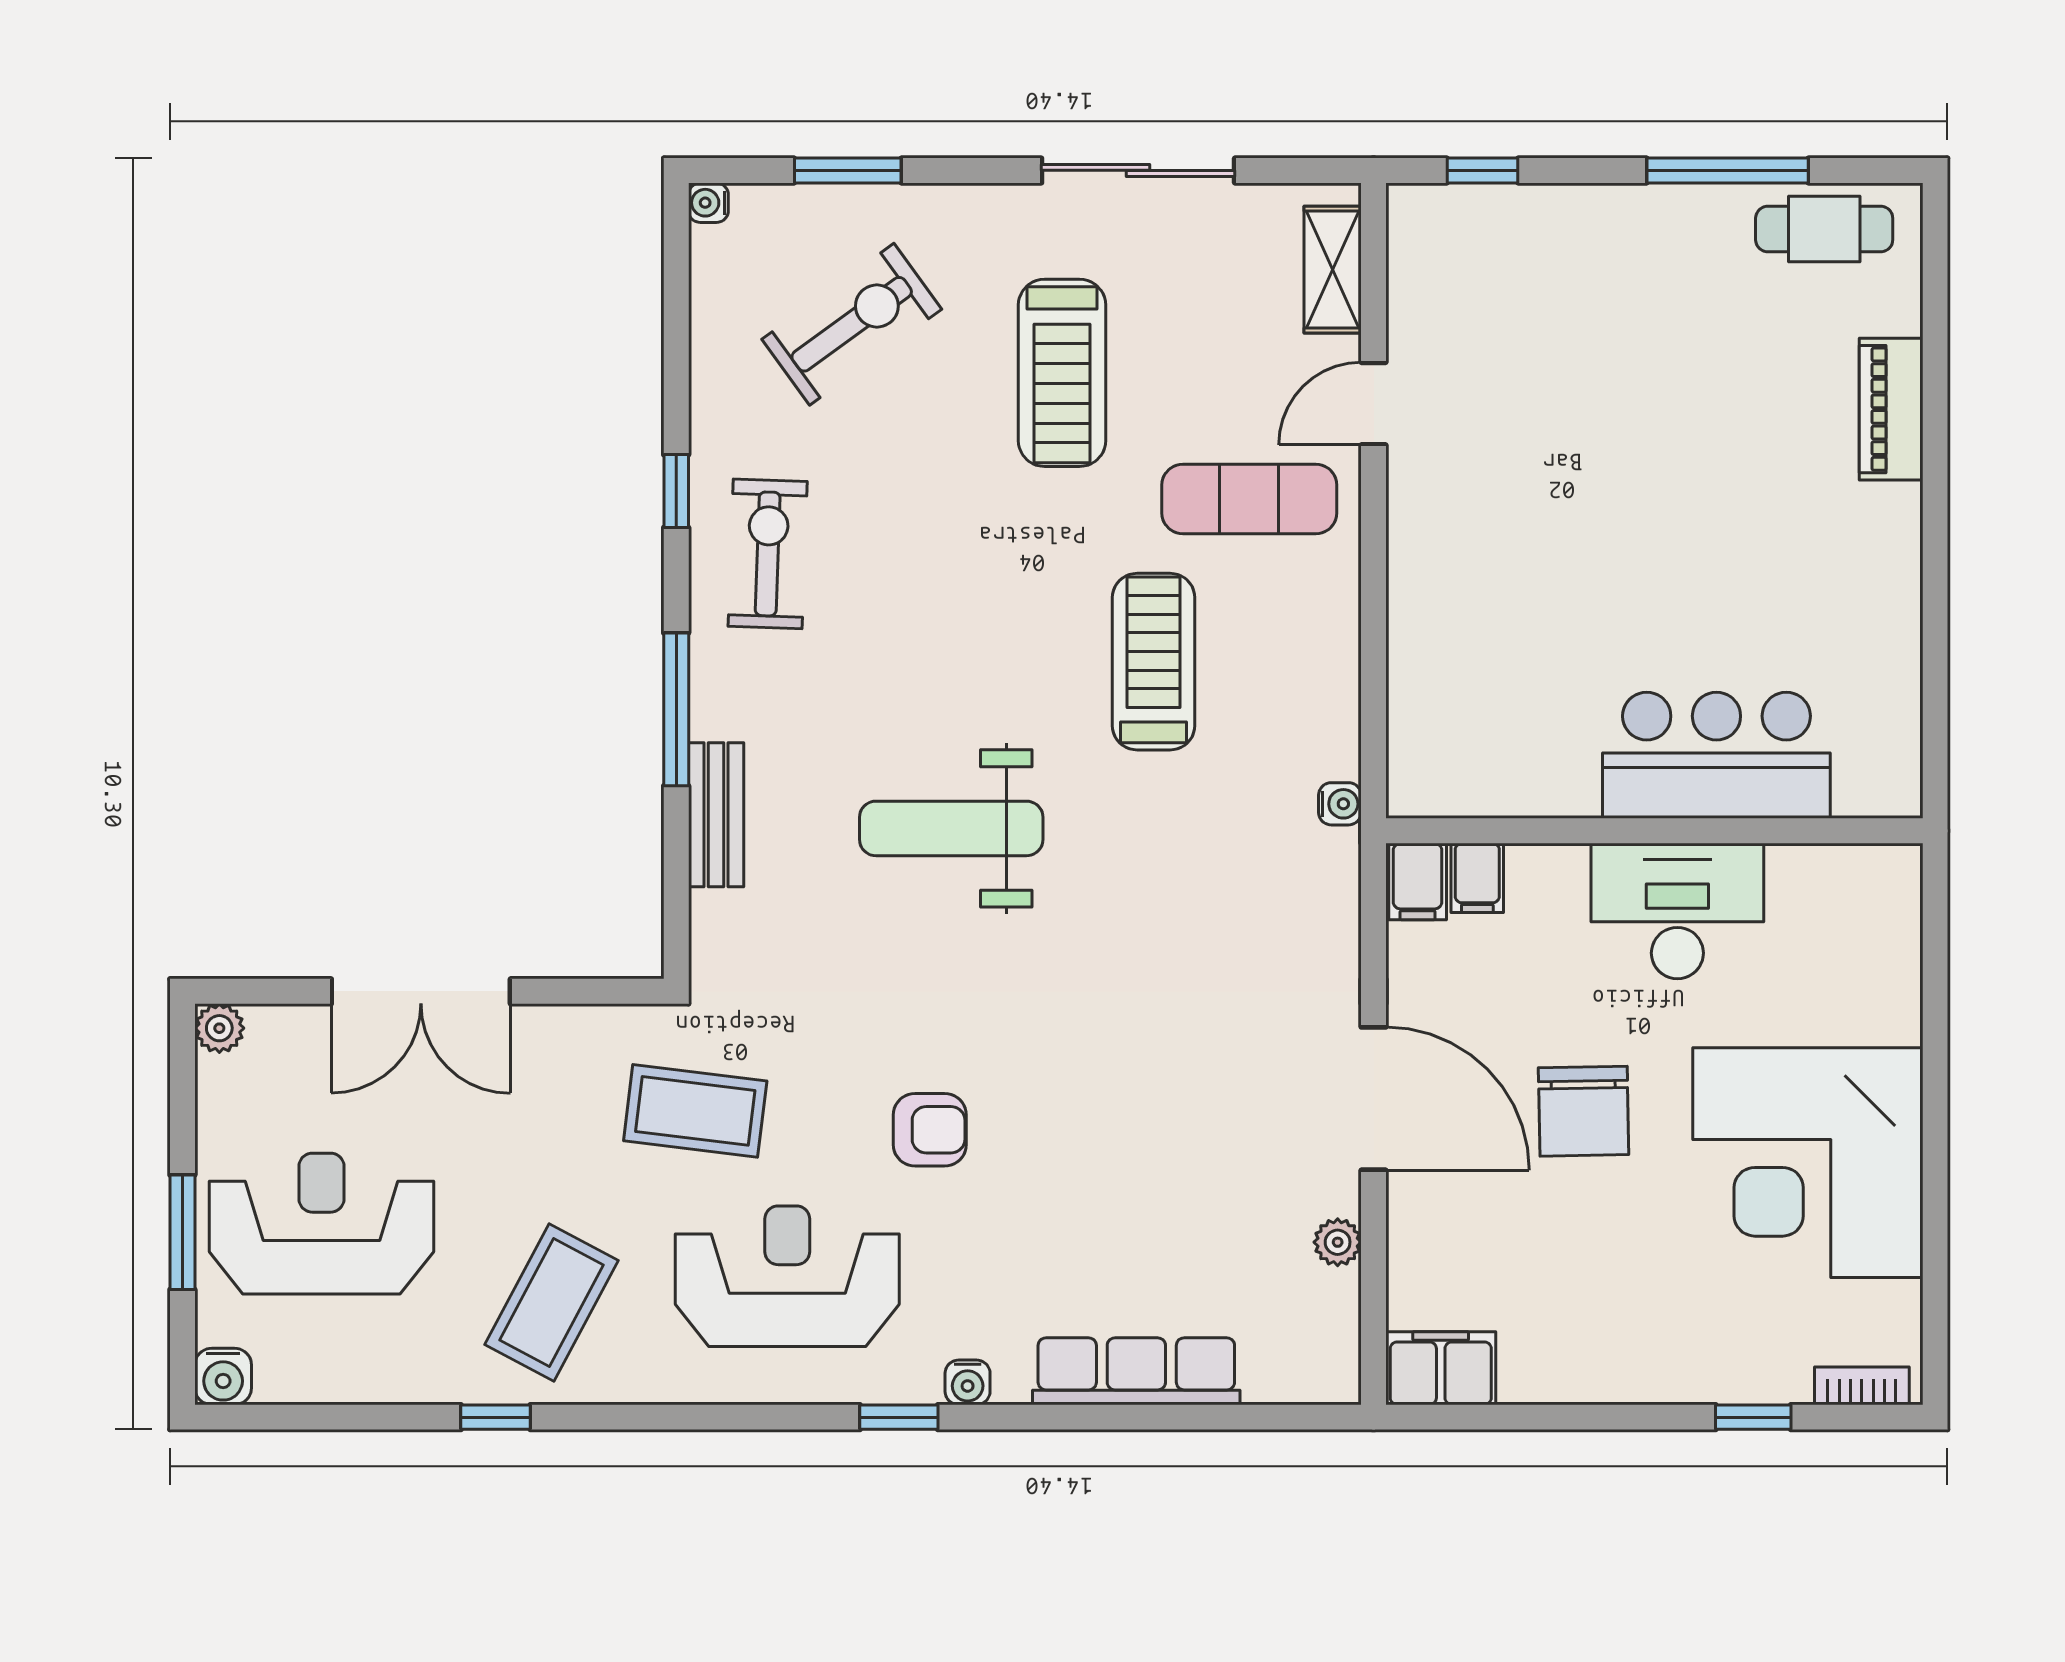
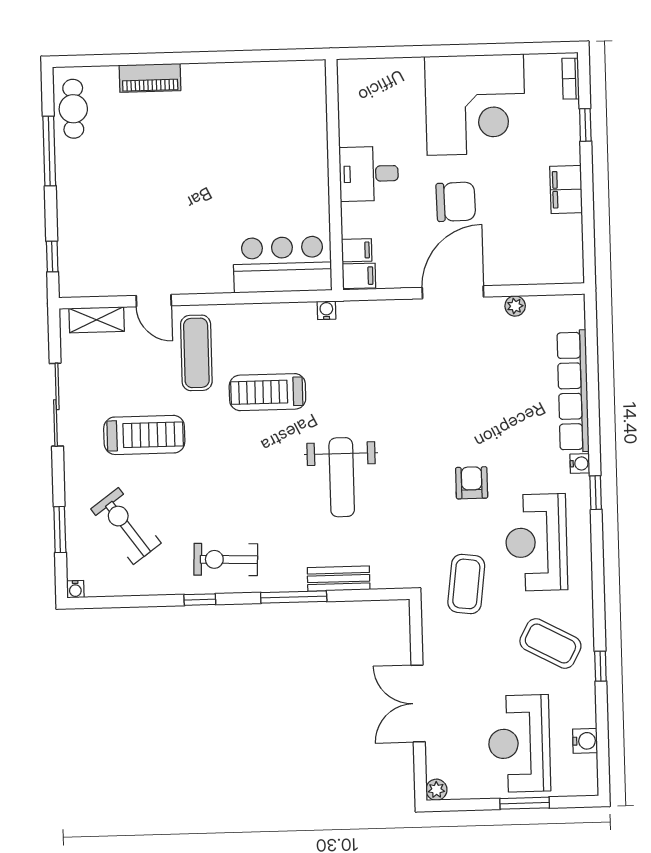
bar counter: (1716, 755) -> (282, 264), moved, turned 90
desk: (1677, 911) -> (369, 174), width x0.73
double door: (421, 991) -> (418, 703), swing flipped
filing cabinet: (1441, 1368) -> (566, 189), moved
row of seats: (1136, 1371) -> (573, 391), width x1.36
water cooler: (223, 1376) -> (585, 741), moved

